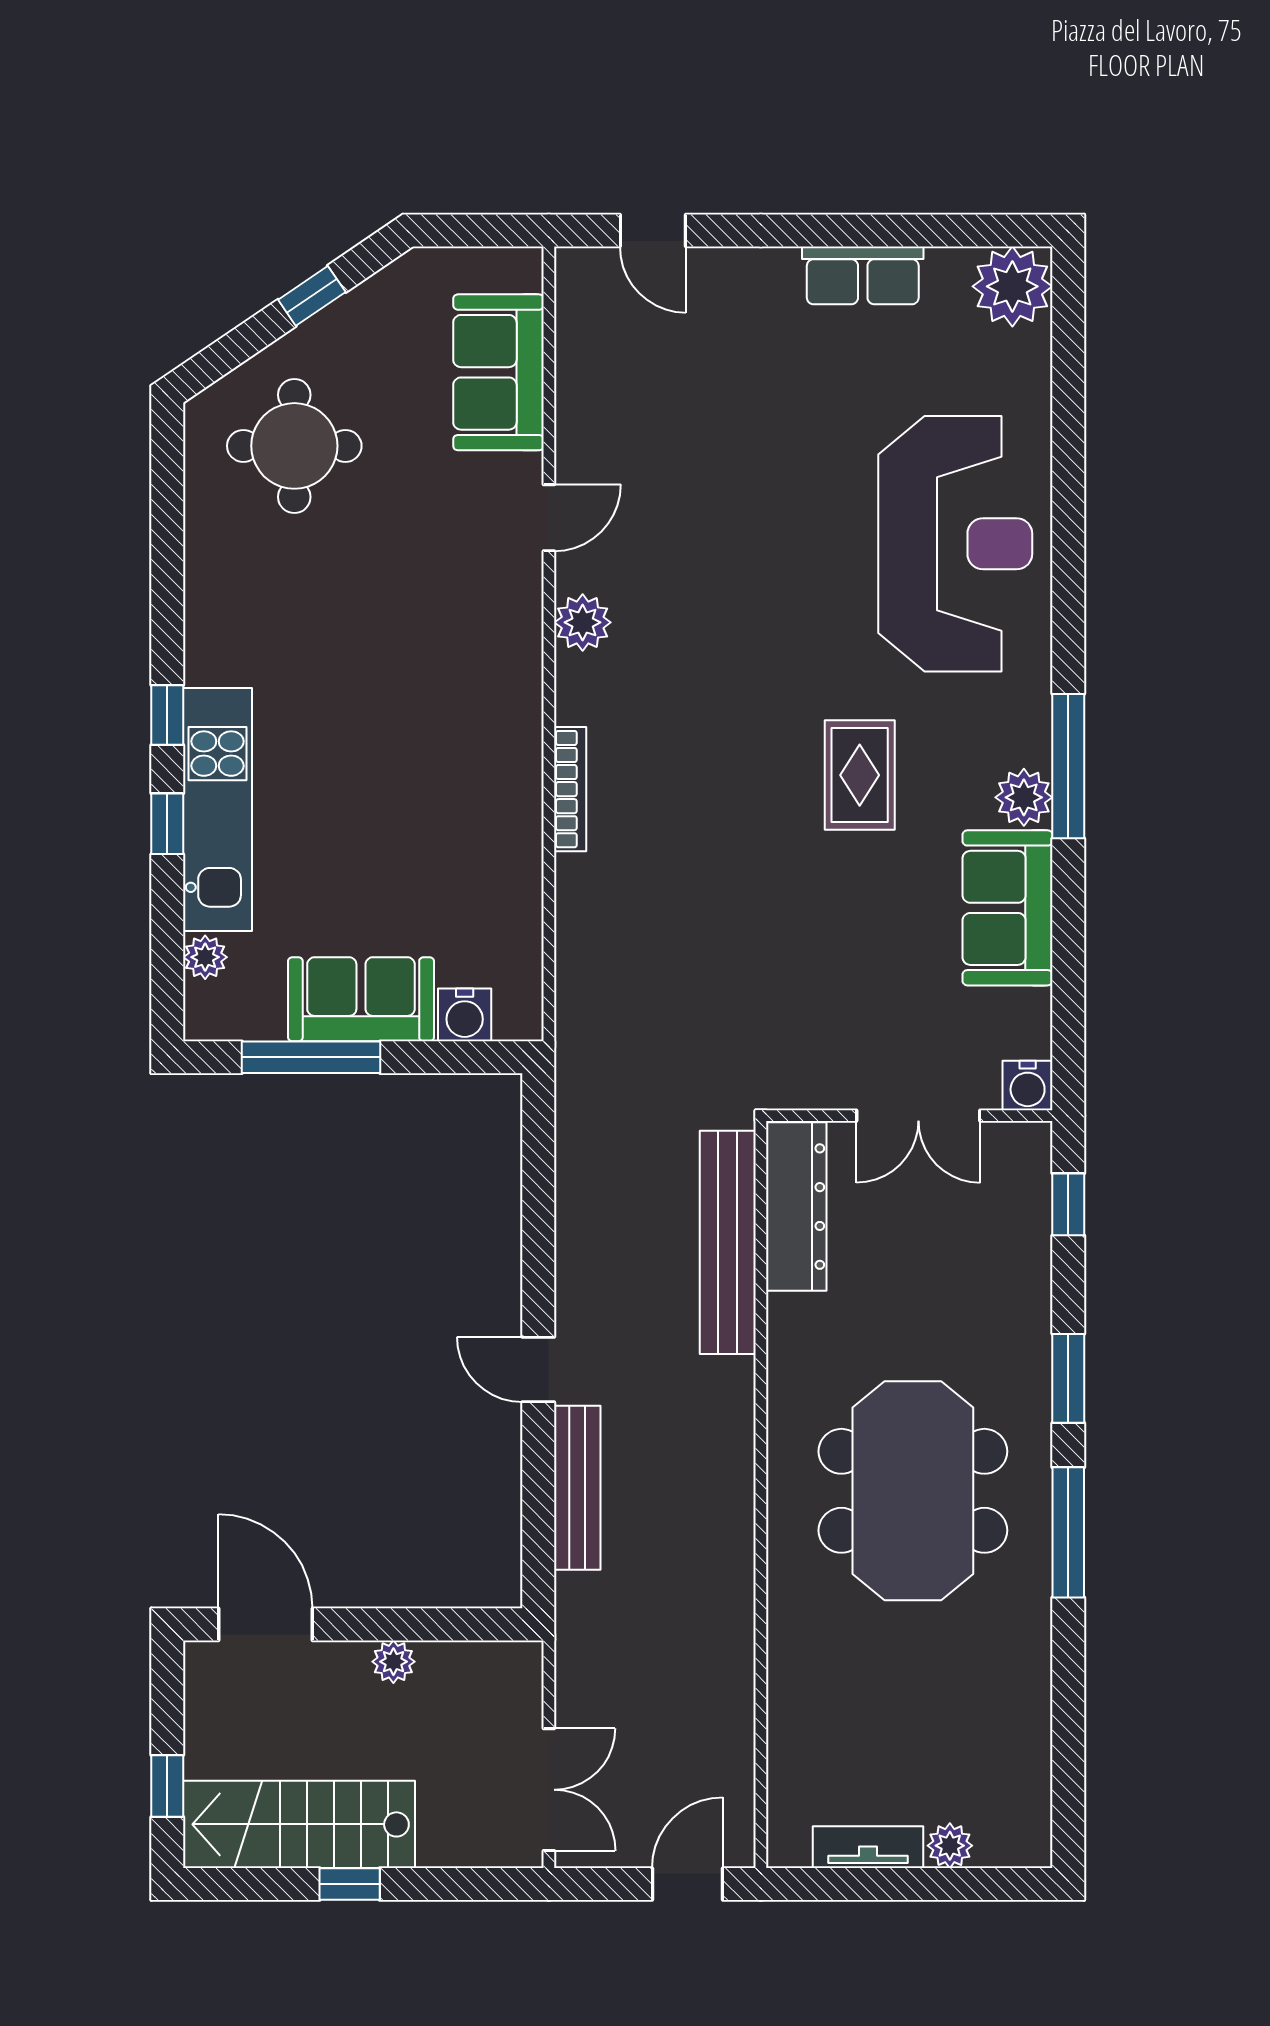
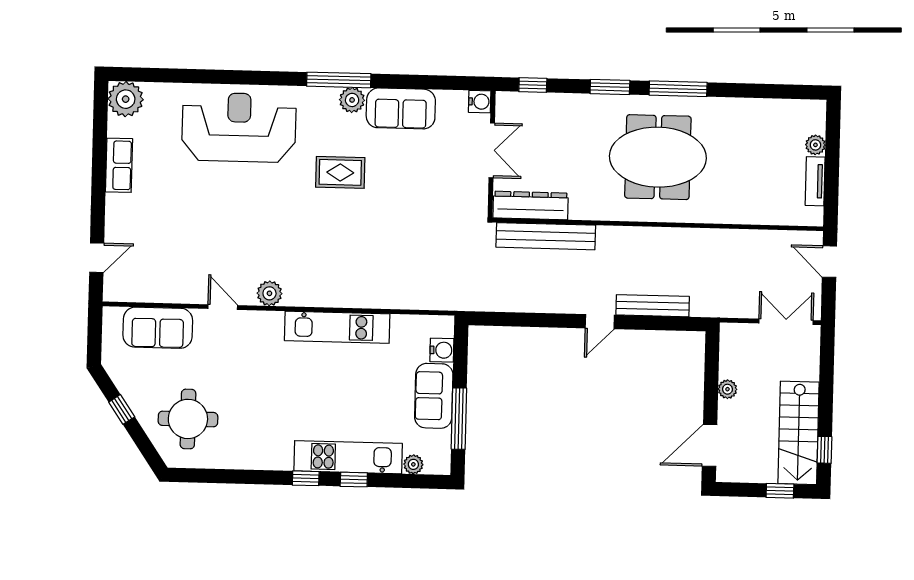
kitchen unit: (510, 777) -> (337, 327), added
bookcase: (570, 789) -> (343, 301), removed
window: (350, 1884) -> (824, 450), moved

